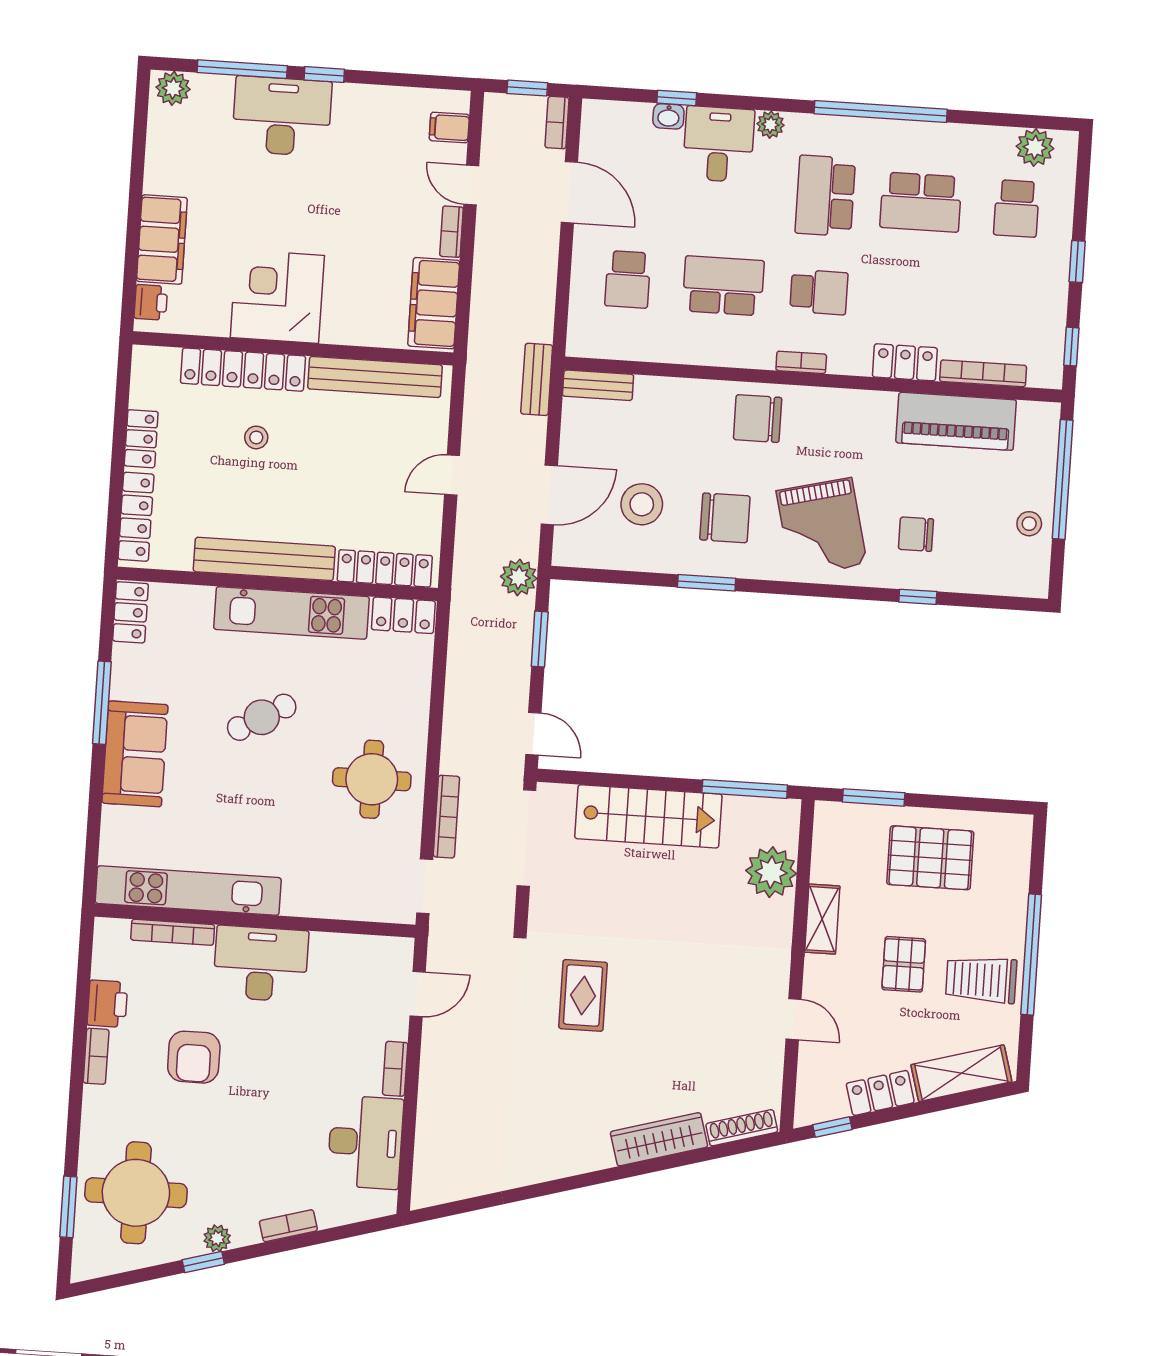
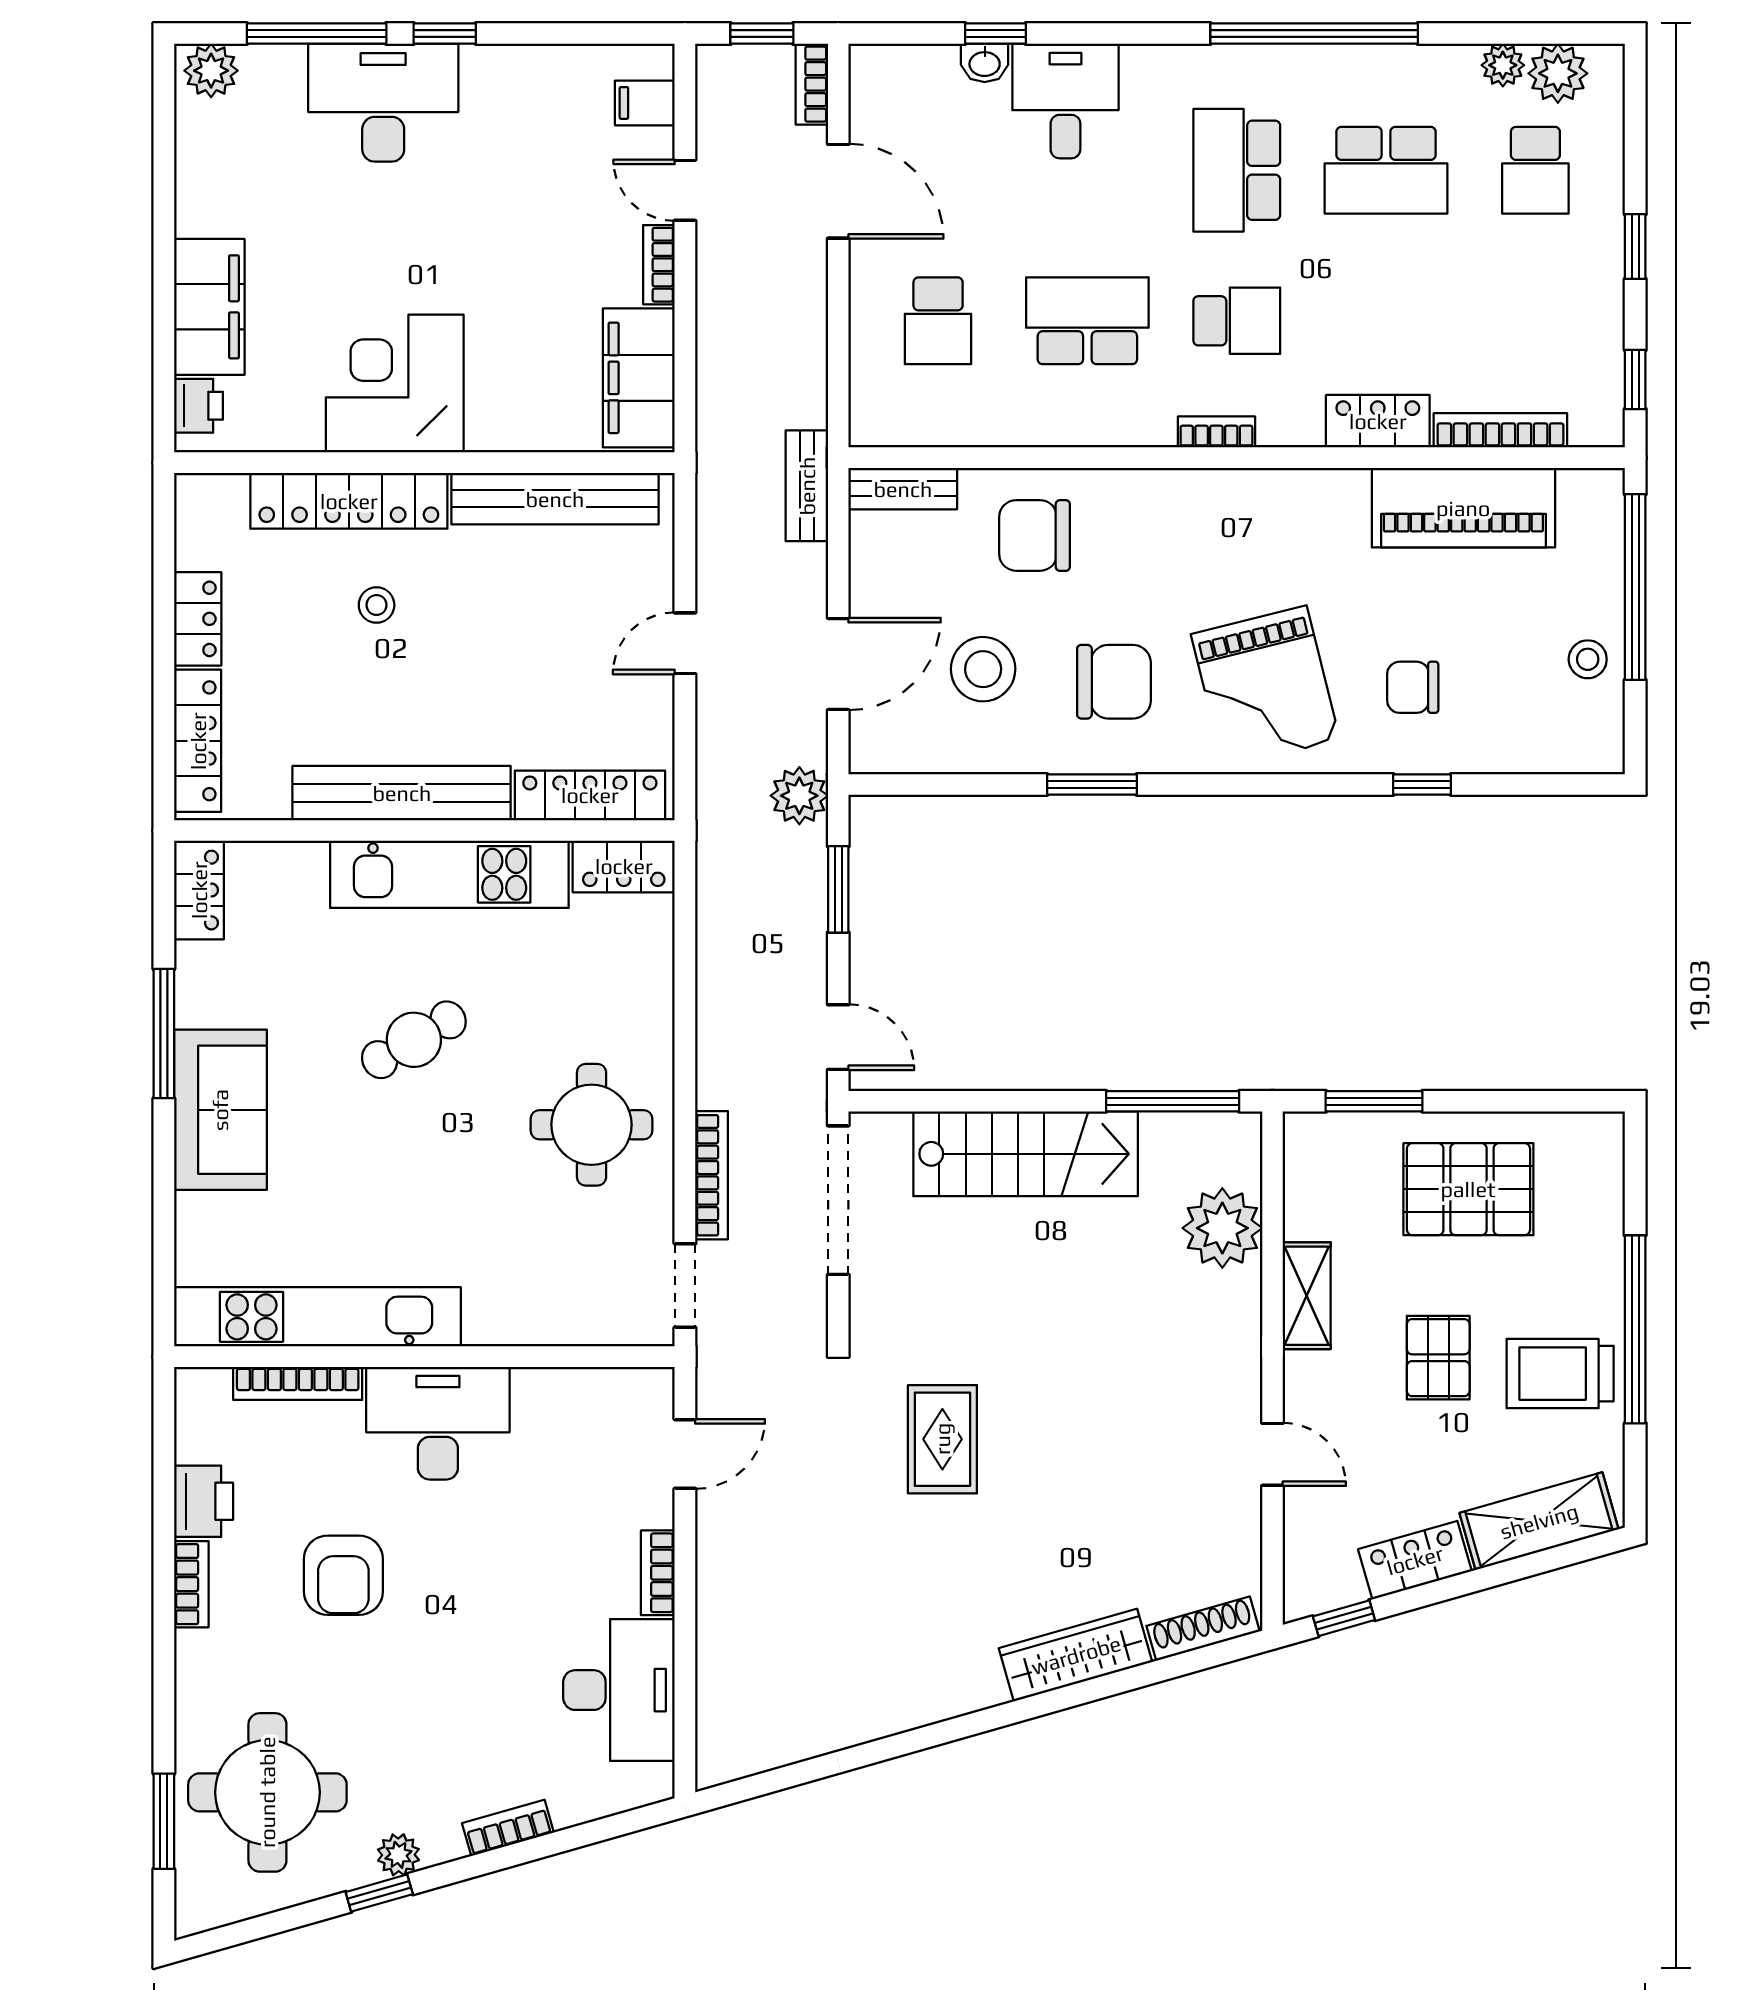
plant: (770, 125) -> (1503, 65), moved
chair: (758, 419) -> (1034, 535), moved

